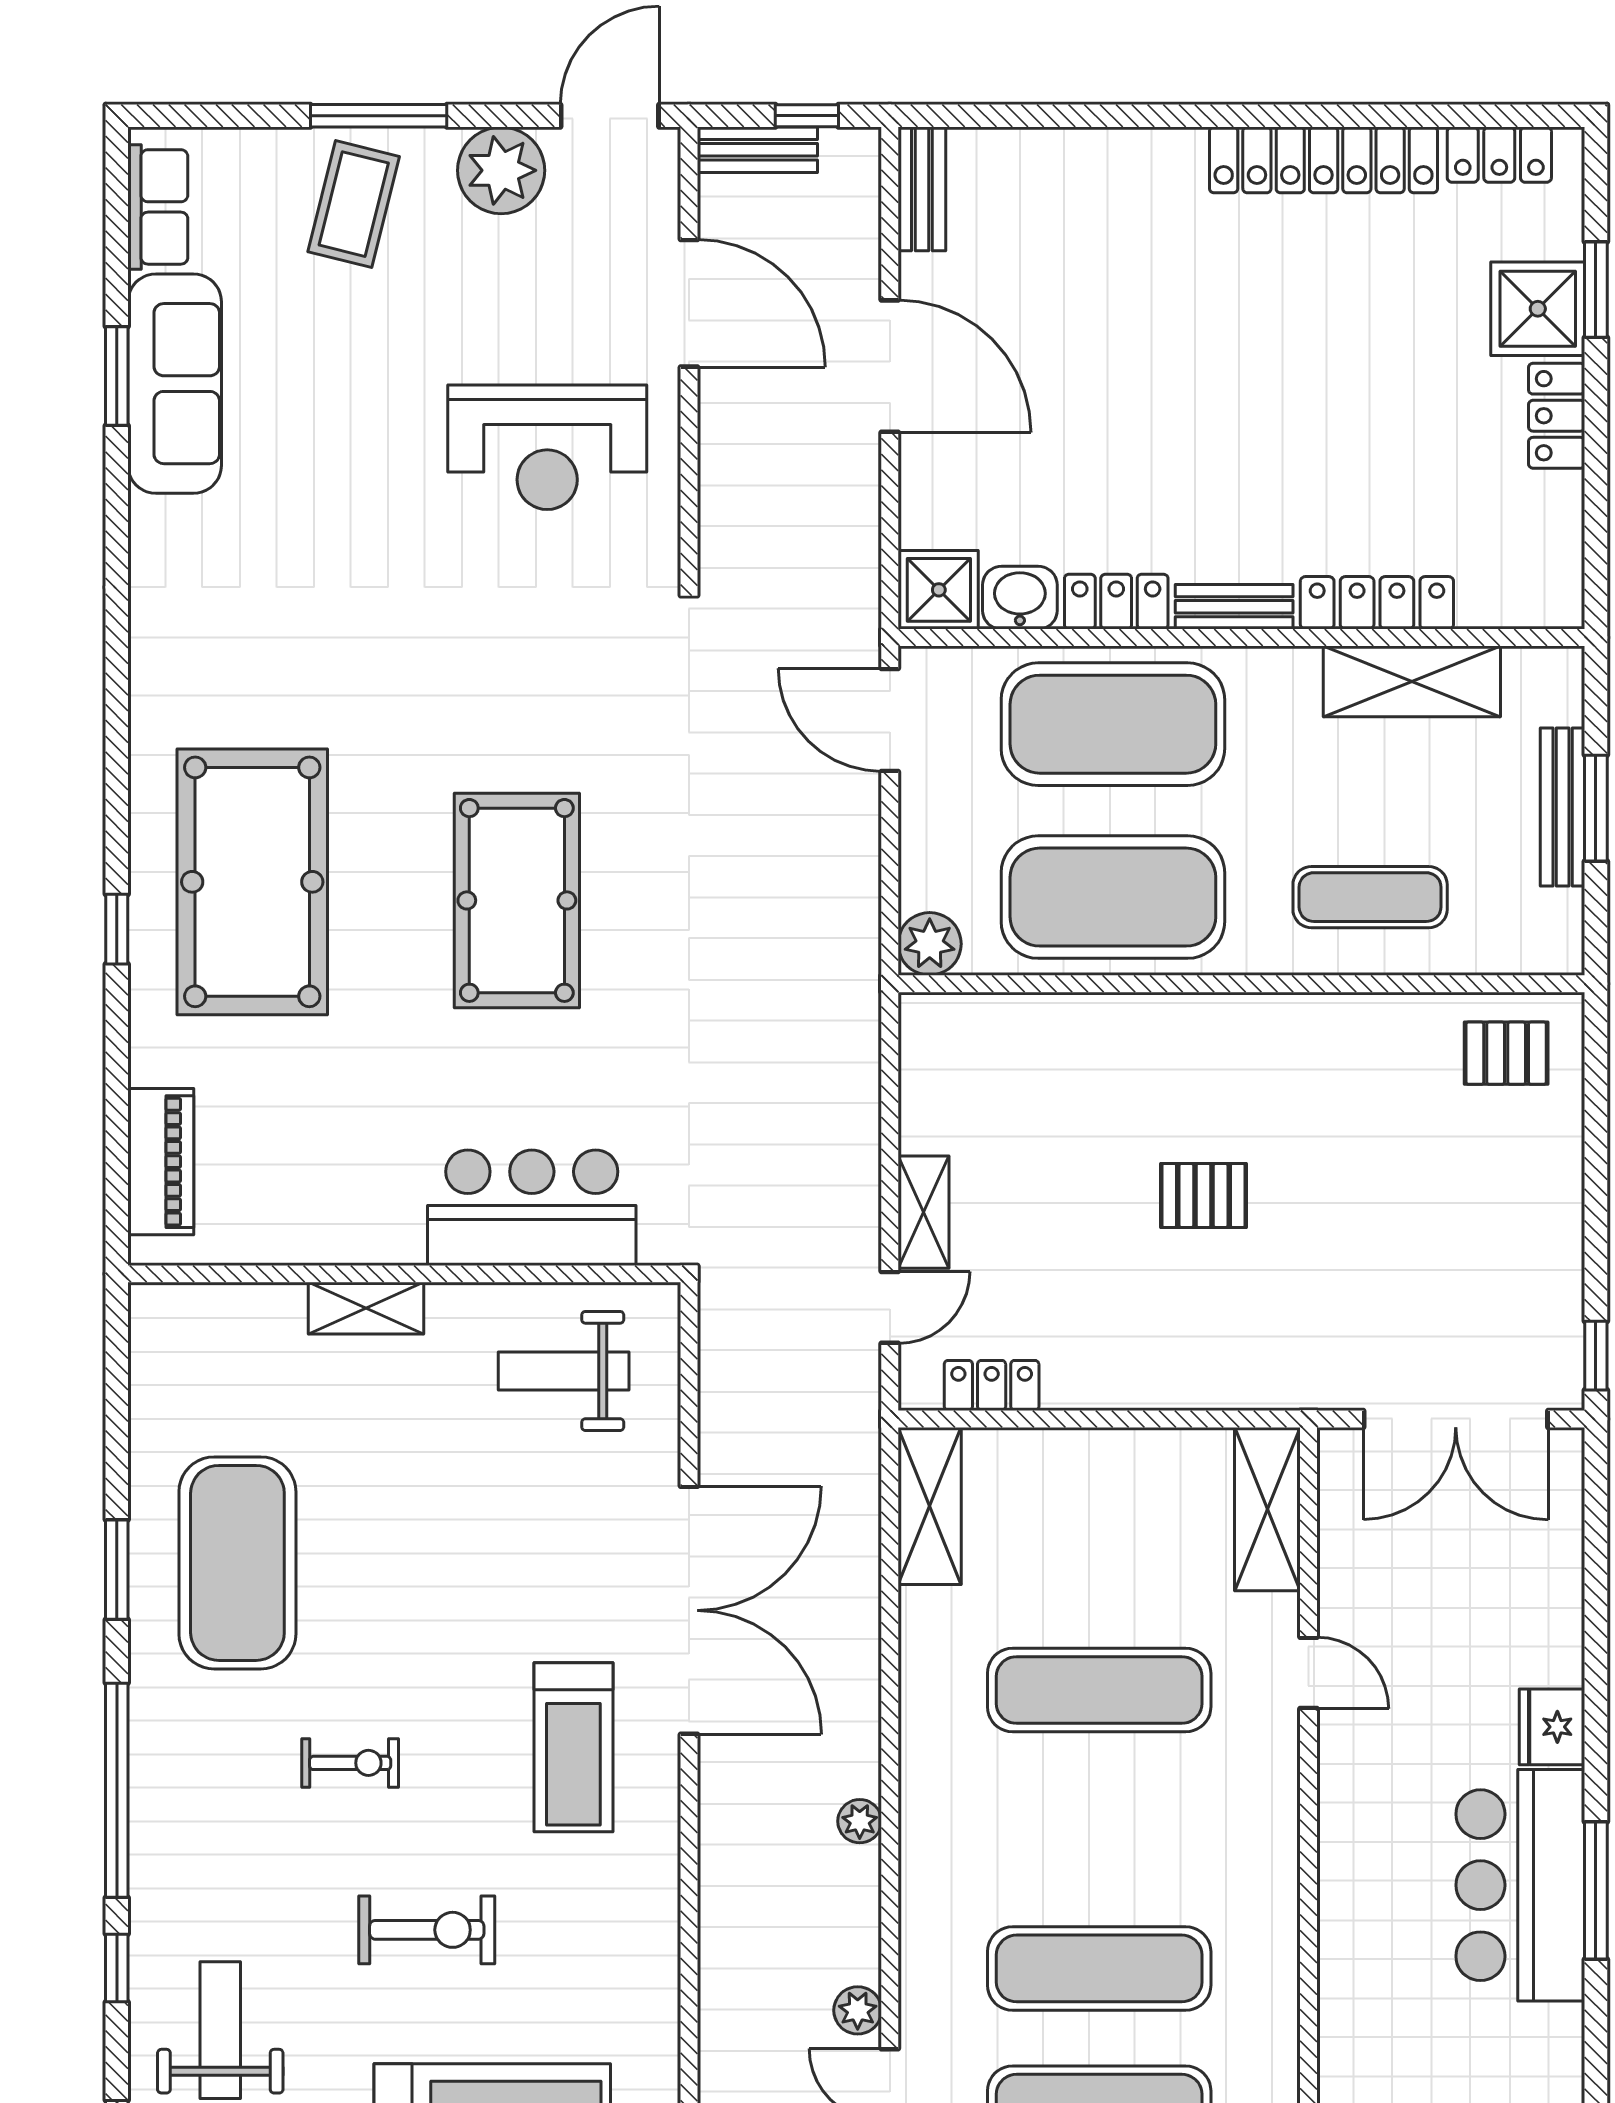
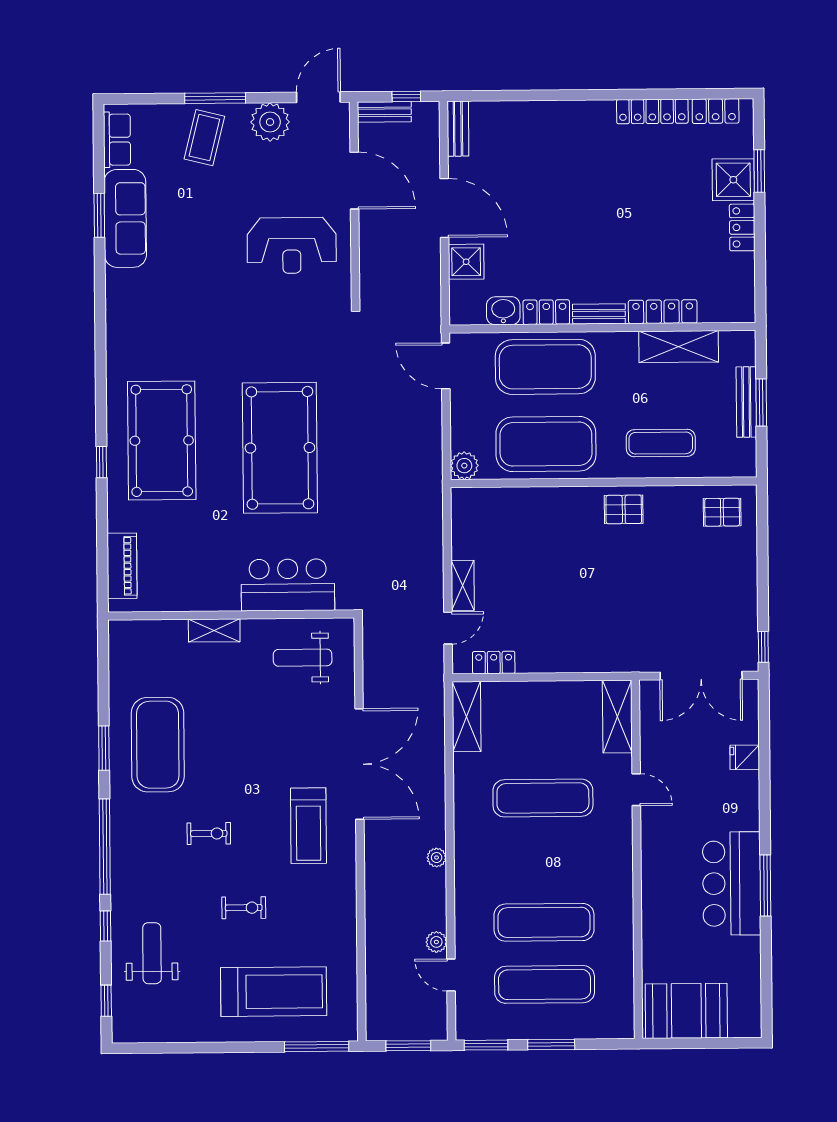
locker: (1324, 160) -> (652, 111), width x0.71, depth x0.83
shower: (939, 590) -> (466, 262), moved
pool table: (517, 900) -> (280, 448), width x1.36, depth x1.32
pallet: (1204, 1195) -> (624, 509), moved
fridge: (1552, 1727) -> (745, 757), moved, width x0.72
exercise bike: (427, 1930) -> (244, 908), width x0.73, depth x0.72

